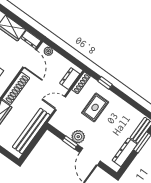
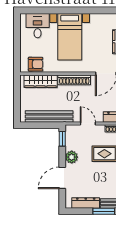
window: (70, 142) -> (62, 139), moved

